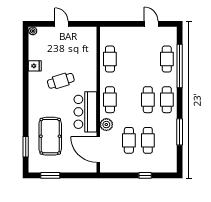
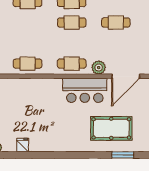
fridge: (35, 66) -> (23, 145), moved
cafe table: (61, 81) -> (51, 117), removed
cafe table: (129, 140) -> (116, 43), removed

